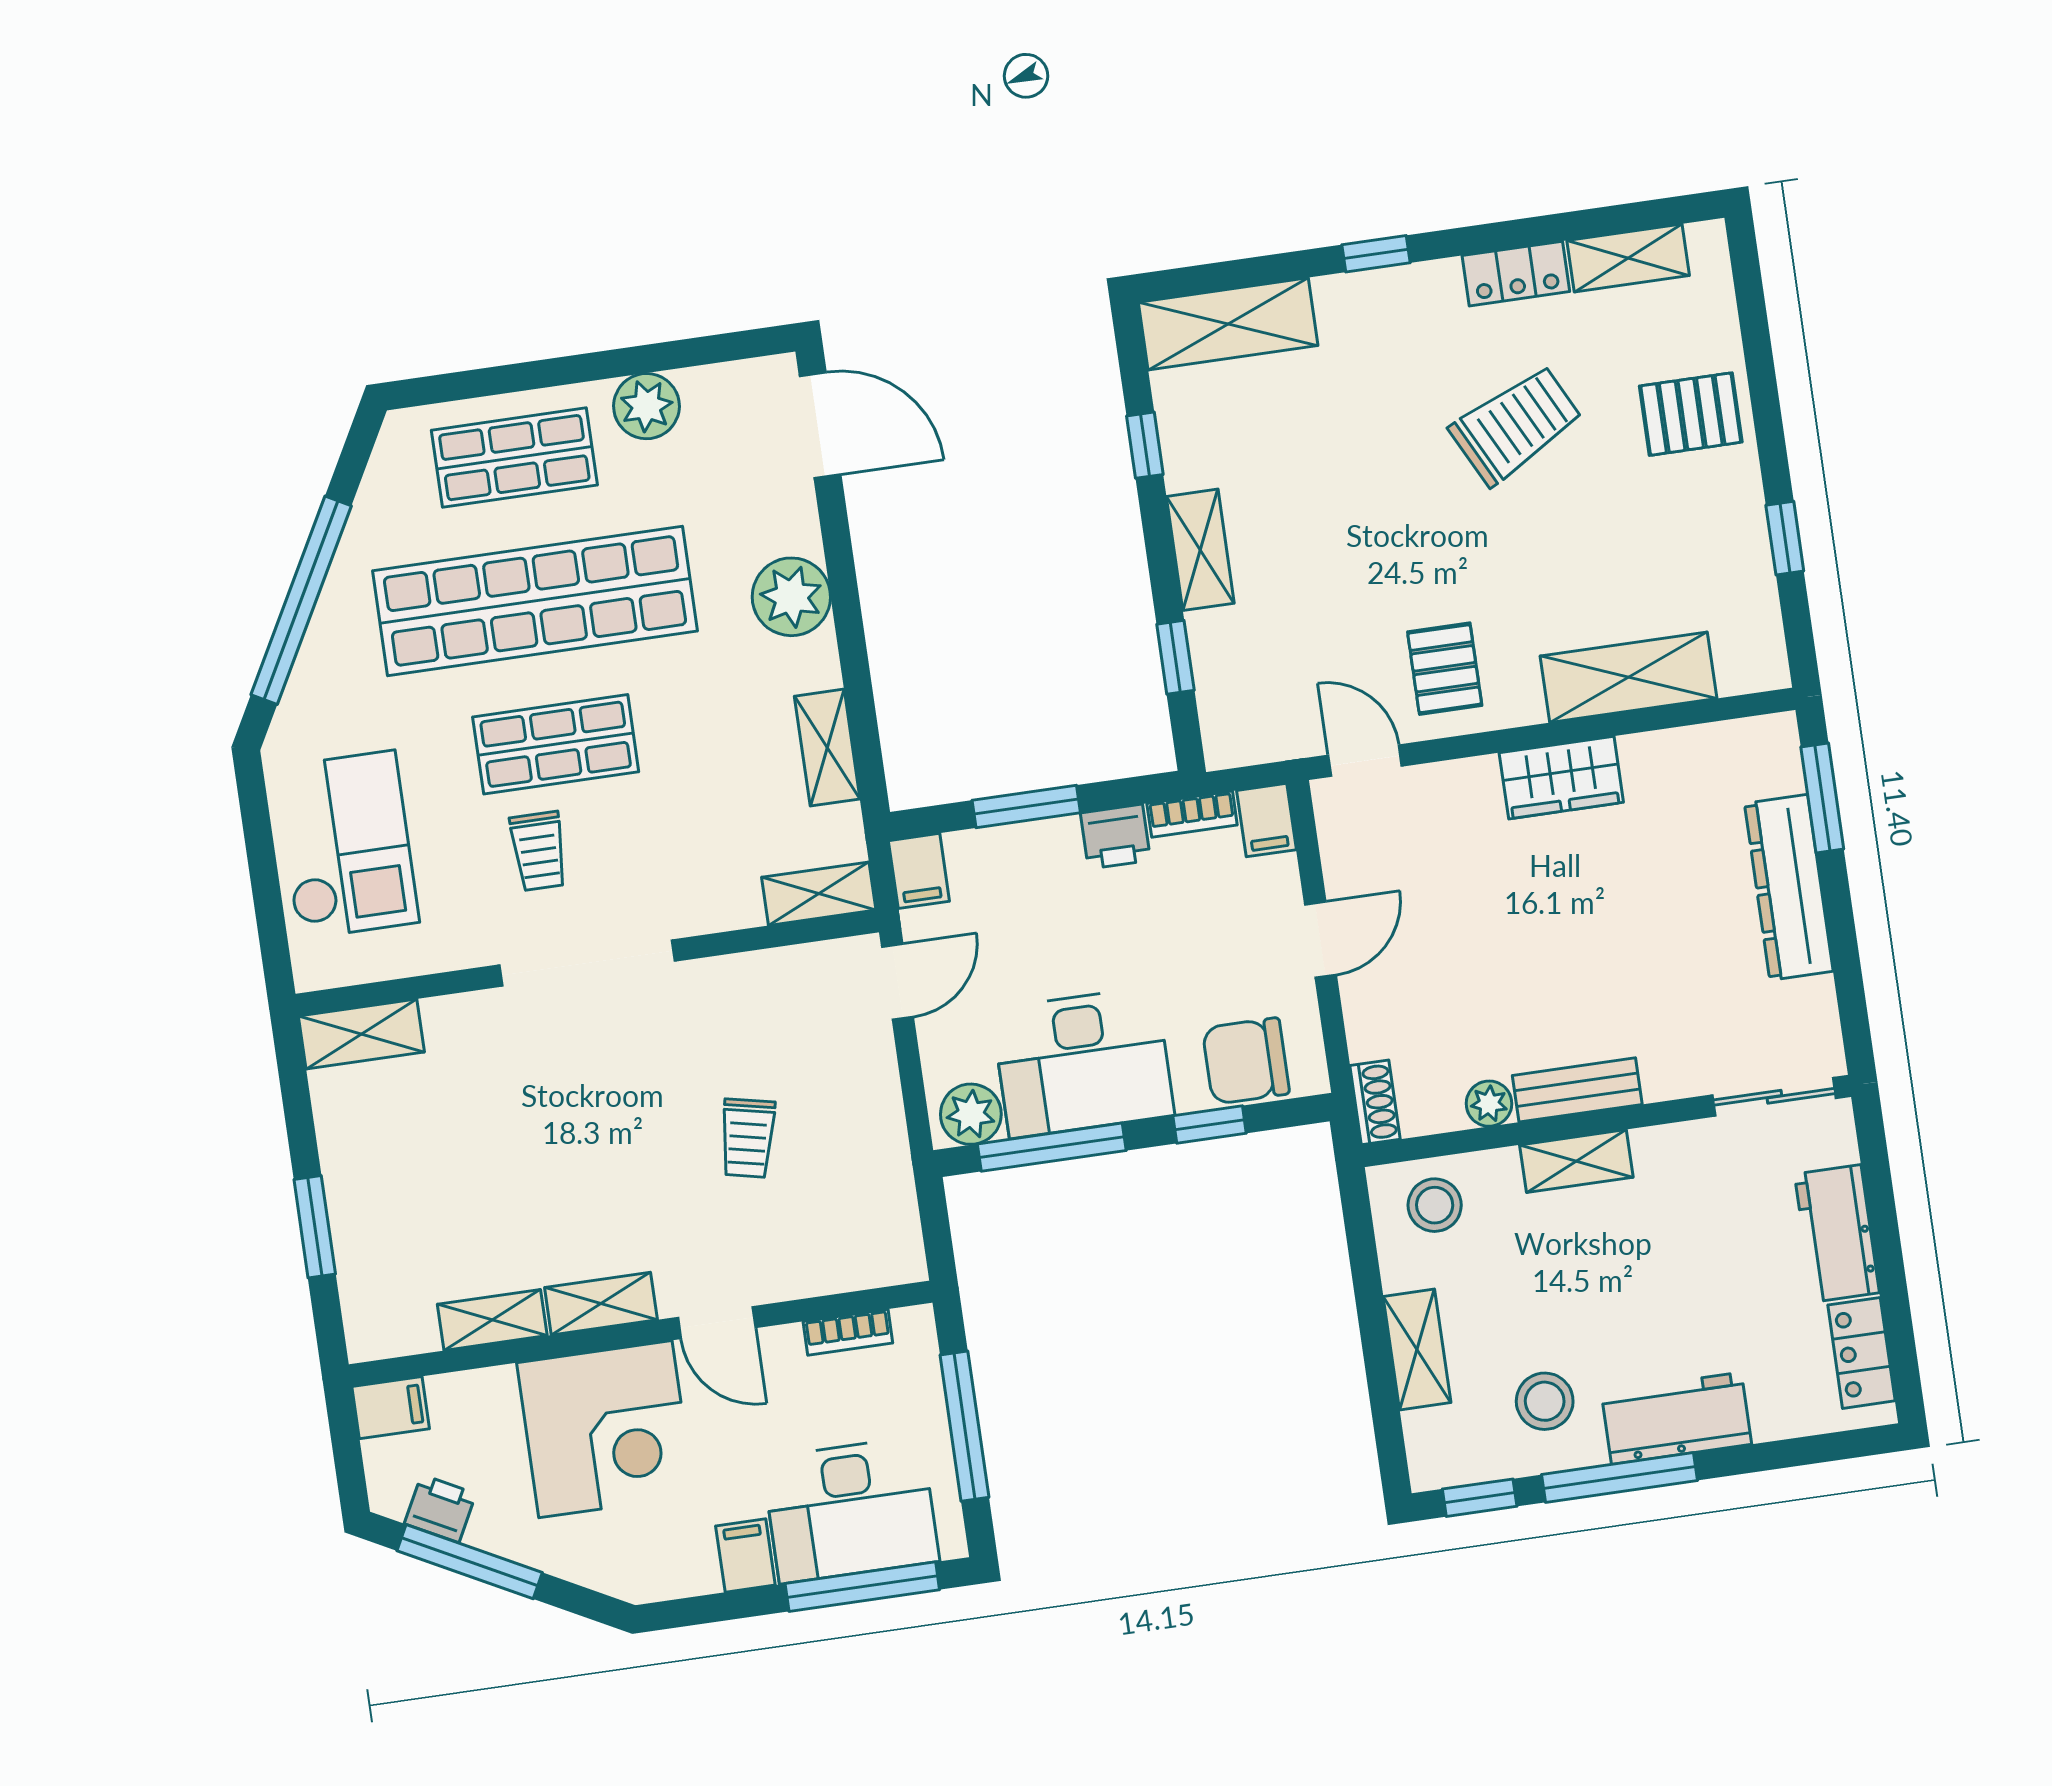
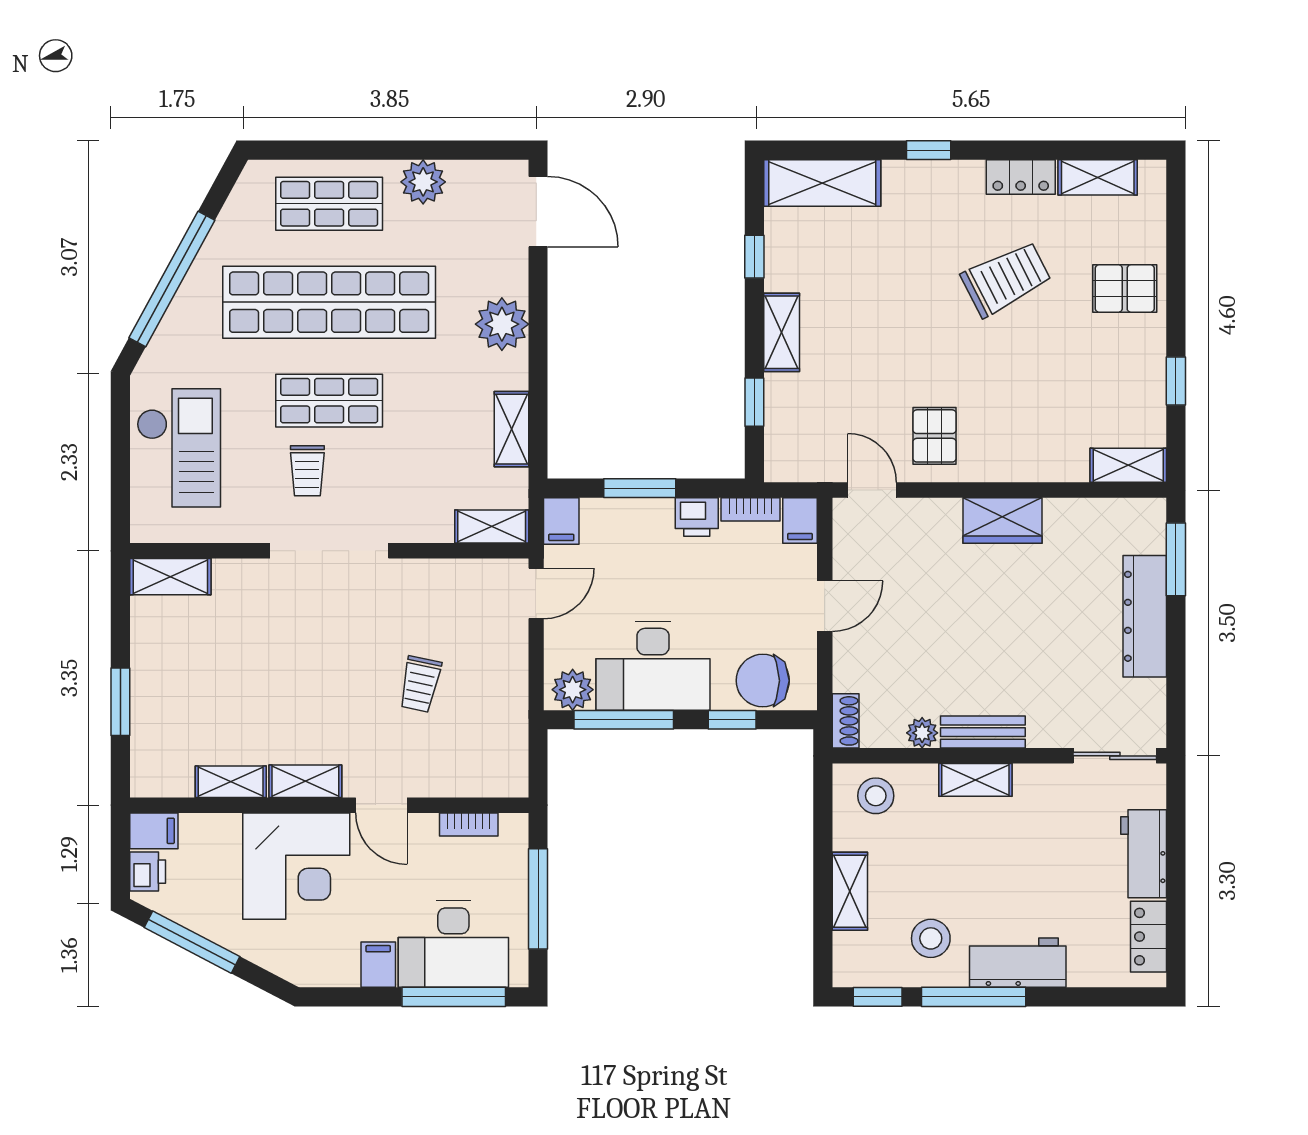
shelving: (1629, 677) -> (1128, 465), moved, width x0.67, depth x0.75
printer: (440, 1509) -> (148, 872), moved, turned 62

